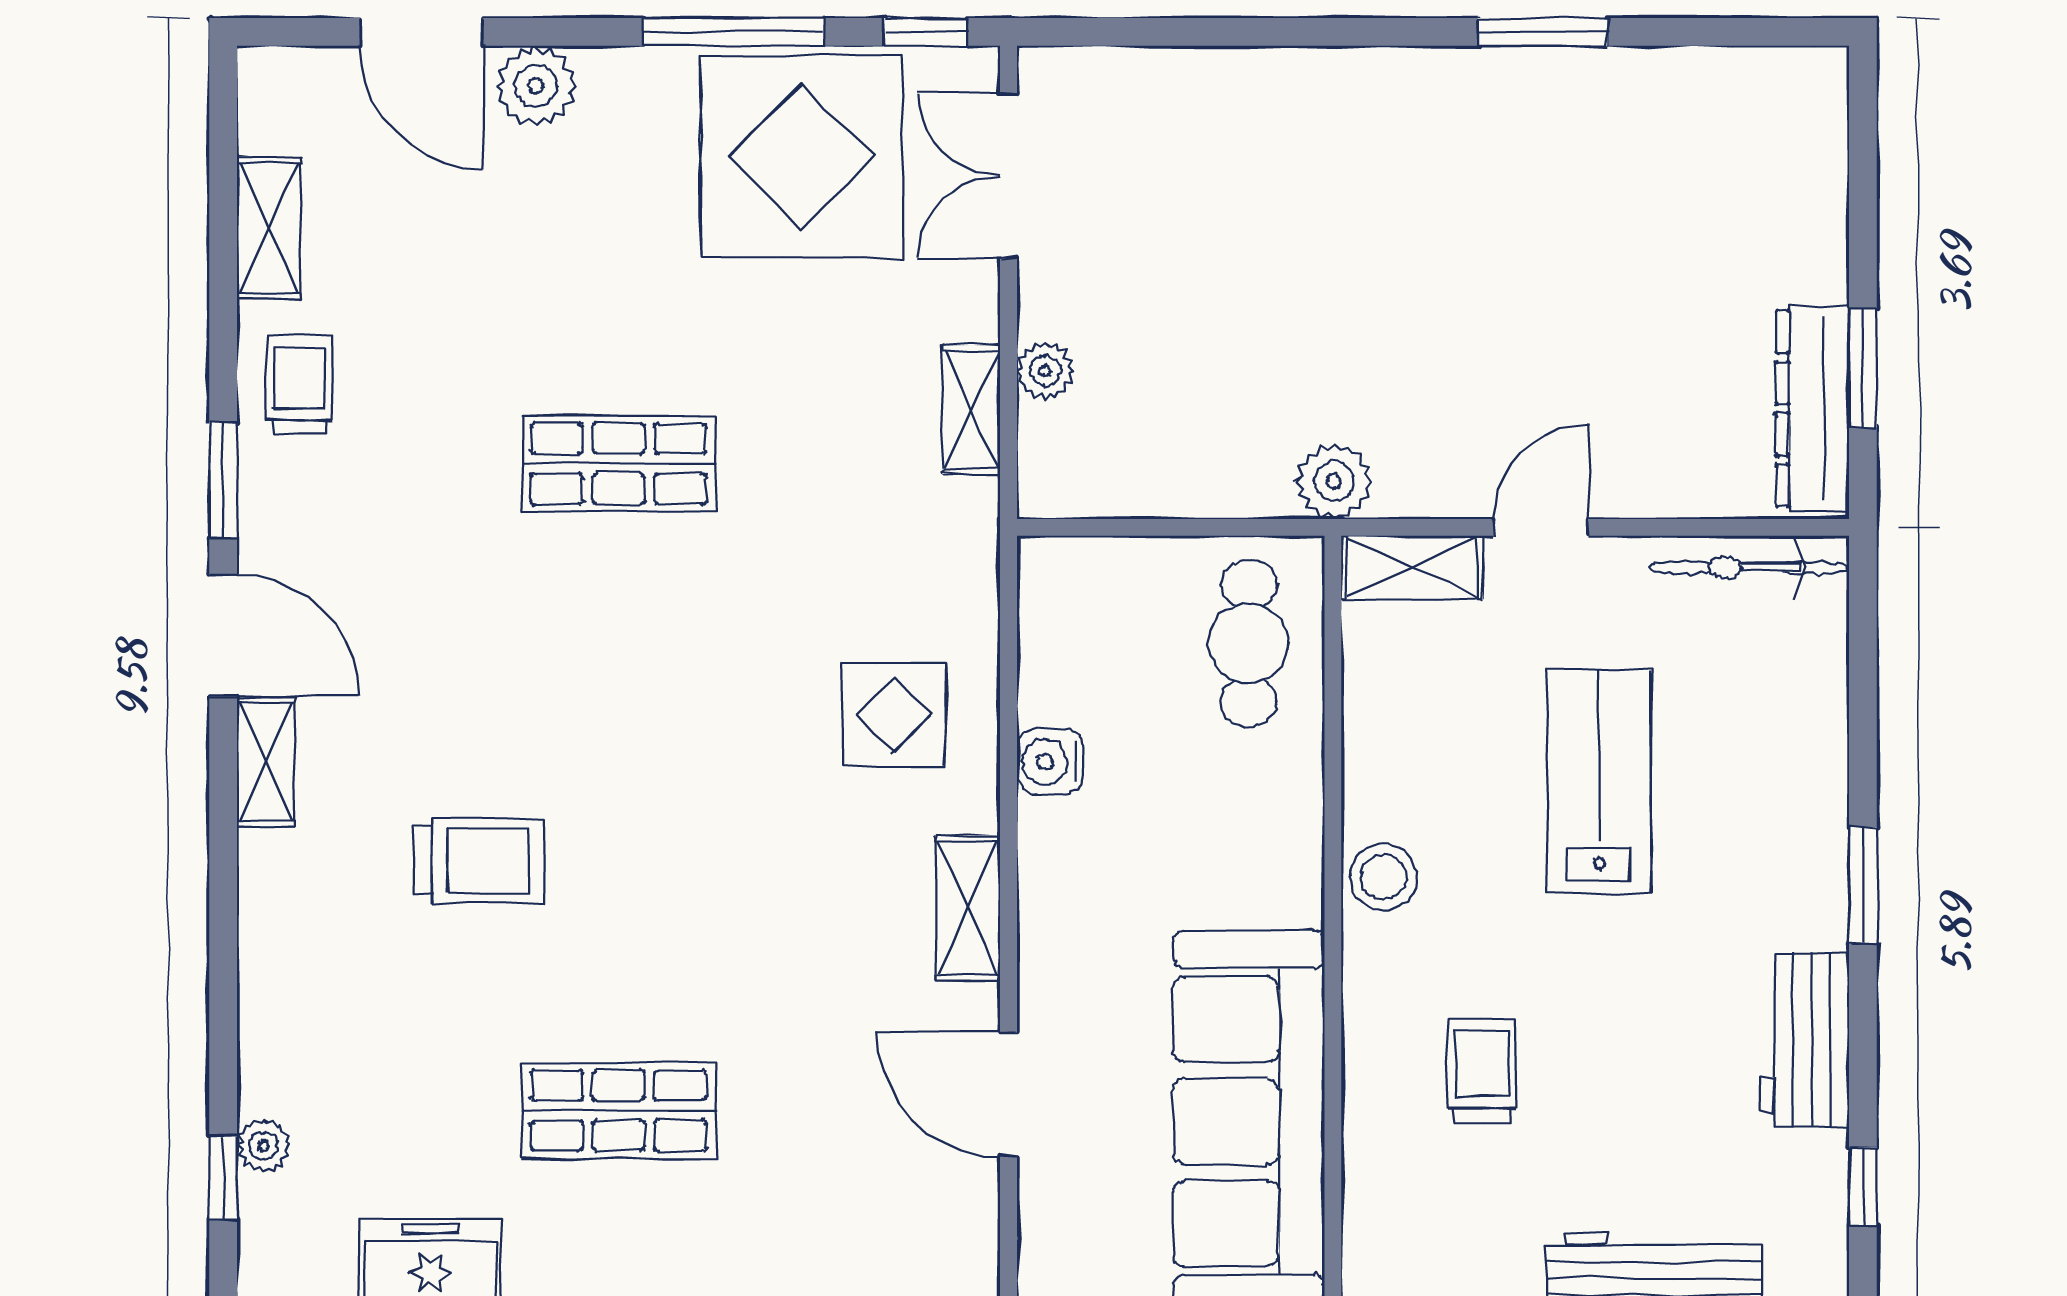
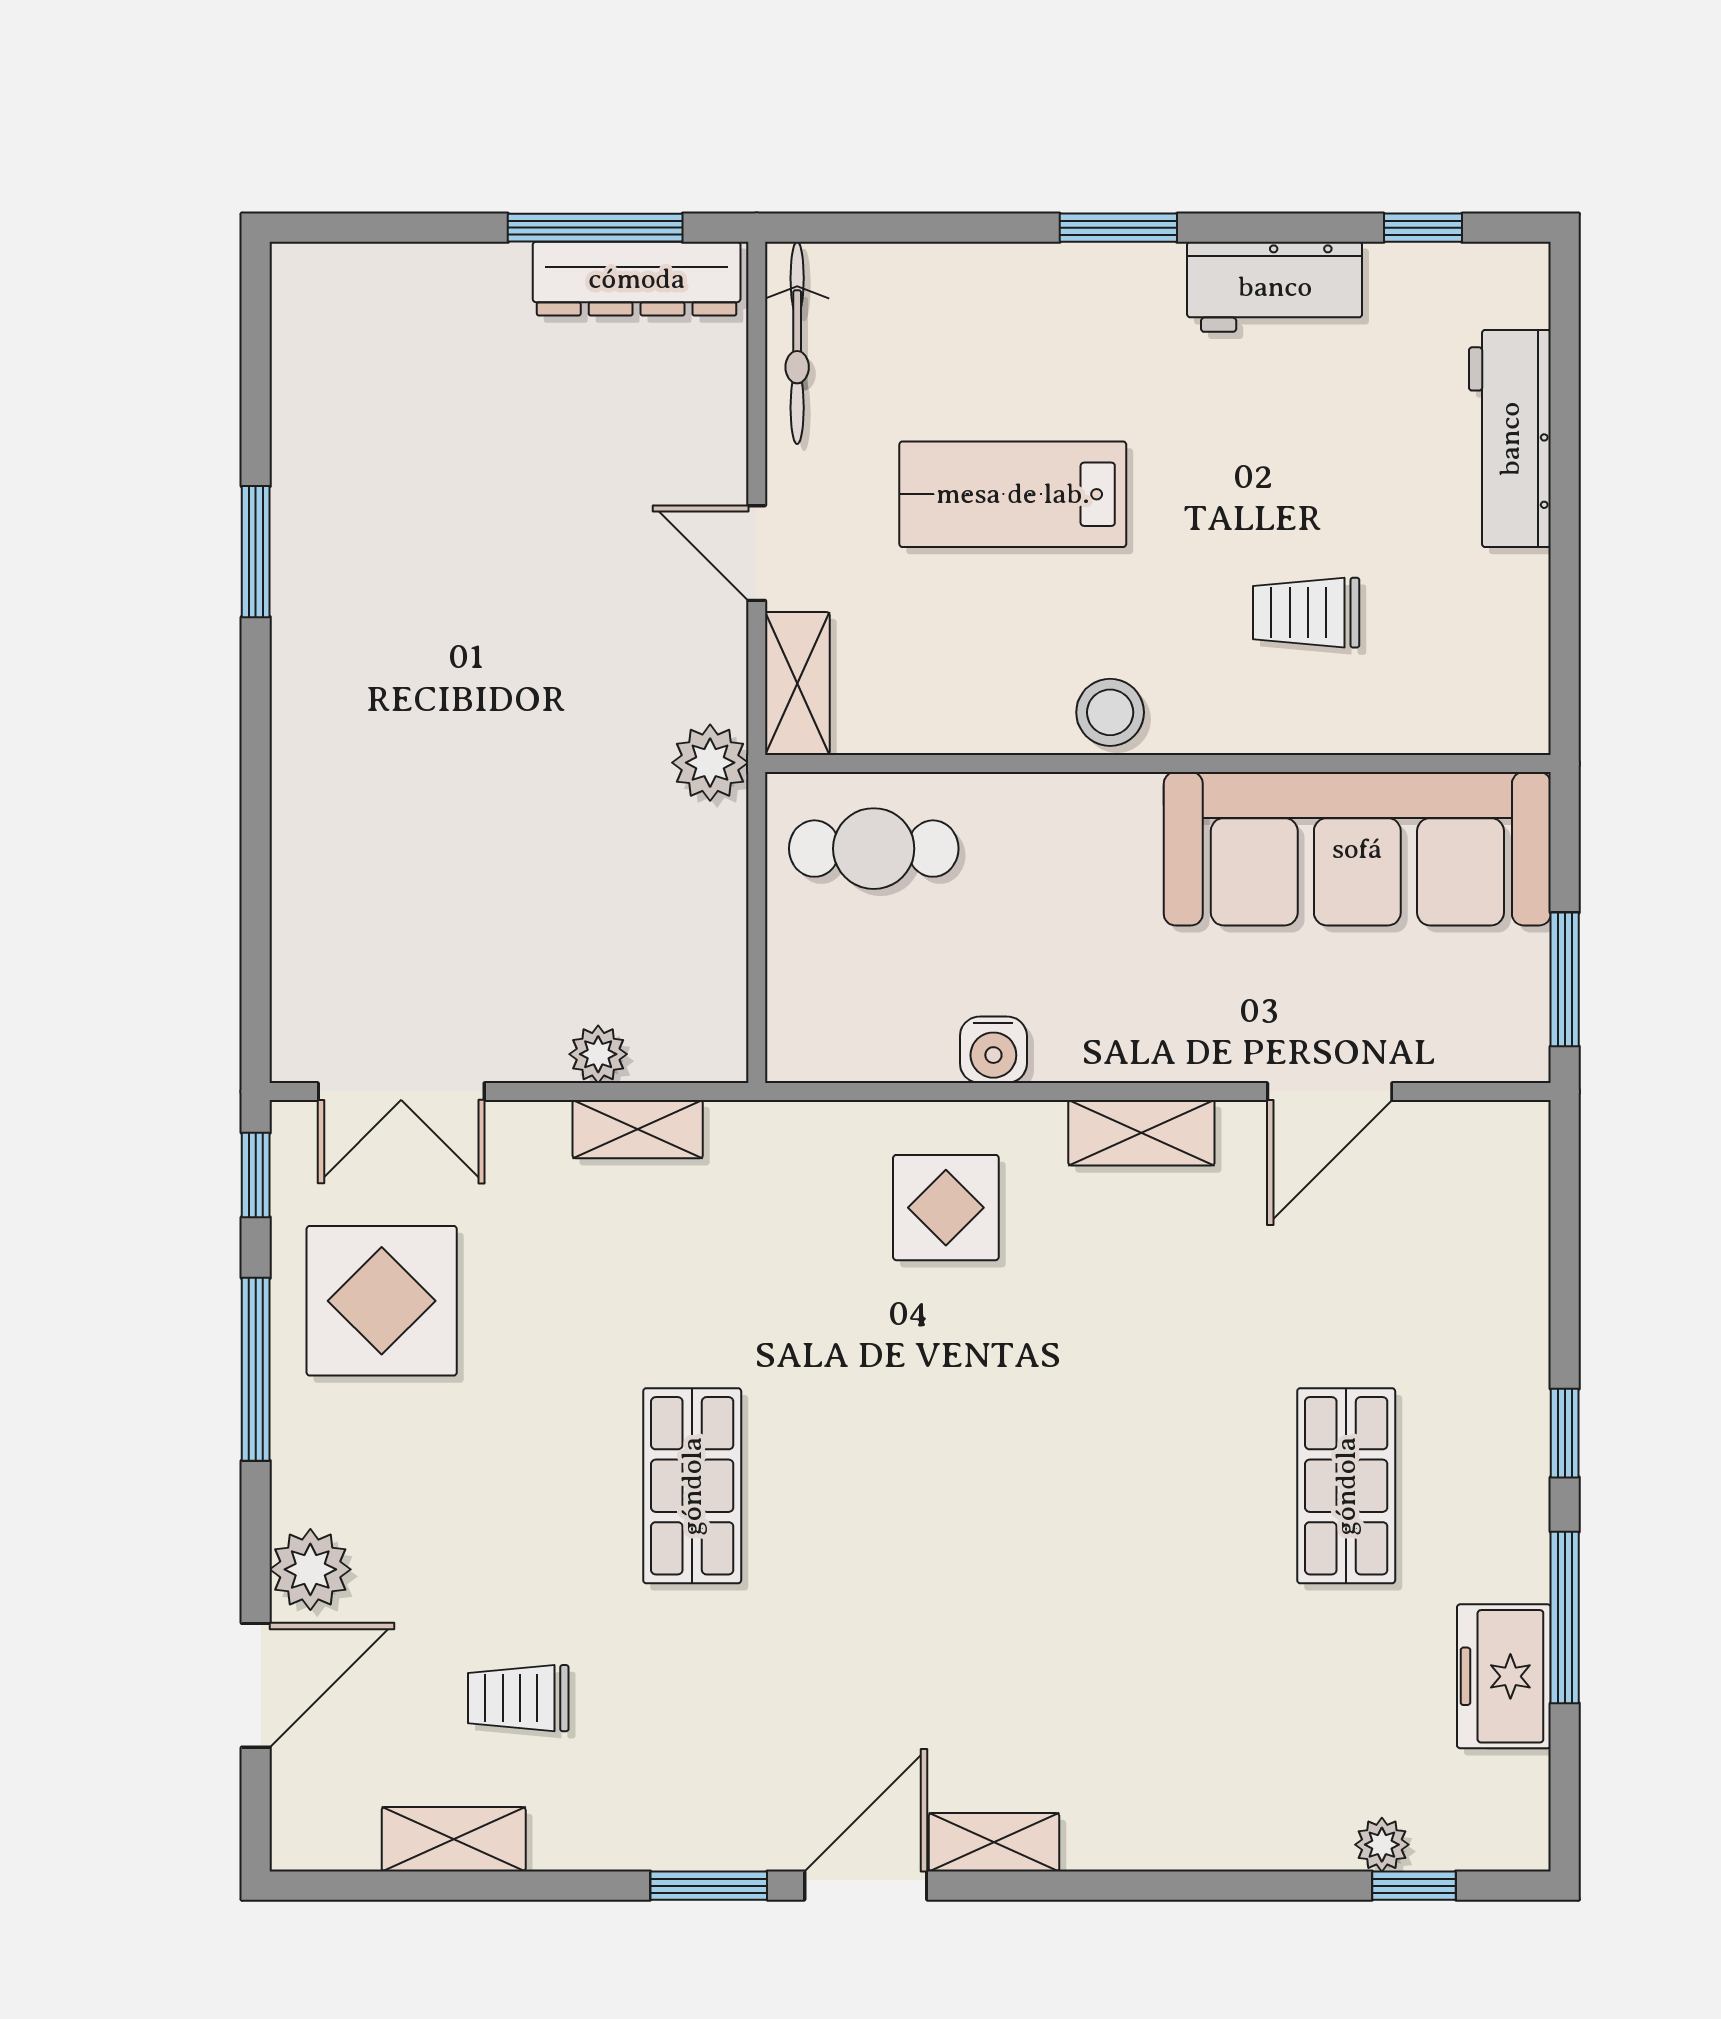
display table: (802, 157) -> (382, 1301), width x0.73, depth x0.73
window: (1863, 368) -> (595, 228), width x1.44
trolley: (299, 384) -> (518, 1698), moved
trolley: (479, 860) -> (1093, 1627), removed

